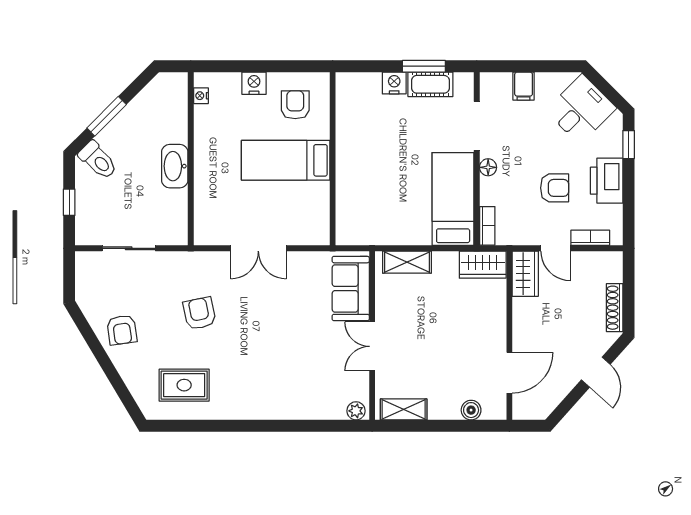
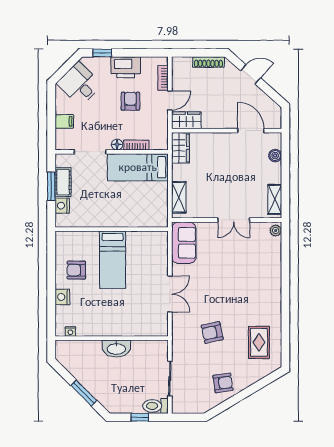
wall: (333, 159) -> (112, 229), moved
toilet: (98, 160) -> (155, 406), moved, turned -135
bed: (286, 160) -> (113, 260), moved
bookcase: (487, 226) -> (136, 145), moved
sofa: (351, 289) -> (184, 243), moved, turned -90

